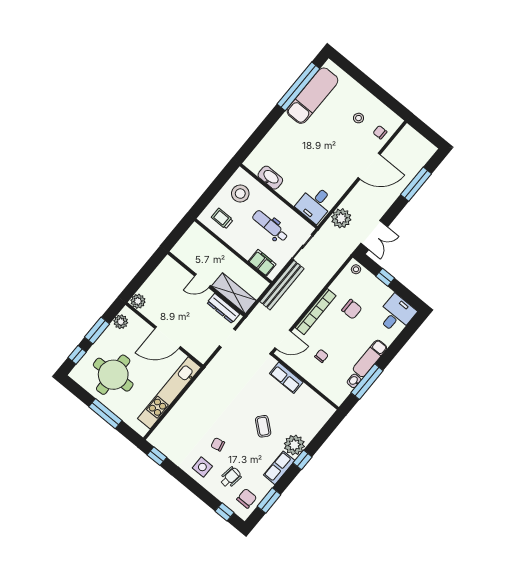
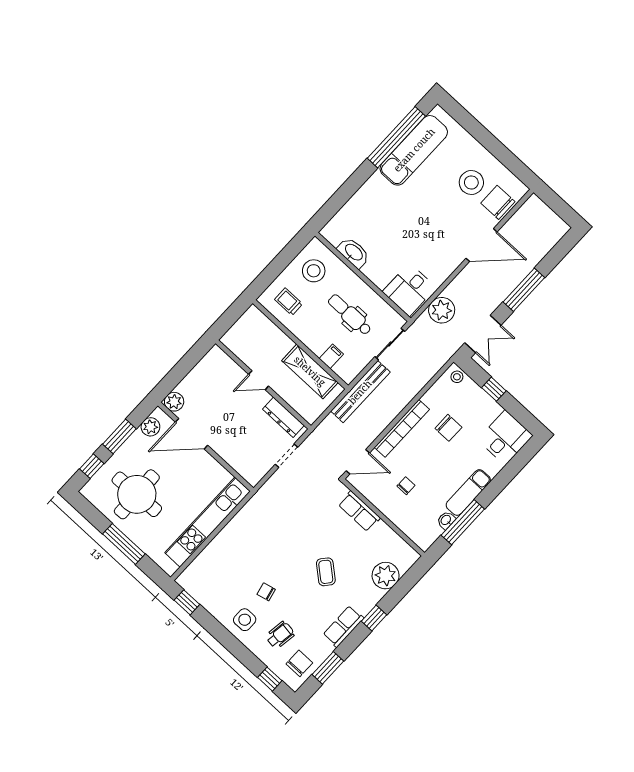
stool: (358, 118) -> (471, 183), width x1.89, depth x1.89
chair: (380, 132) -> (498, 202), width x1.87, depth x1.87
window: (416, 184) -> (524, 290), moved
filing cabinet: (262, 263) -> (331, 356), width x0.50
shelving: (234, 293) -> (310, 371), moved
door: (168, 337) -> (191, 434), moved
plant: (294, 445) -> (386, 576), moved

